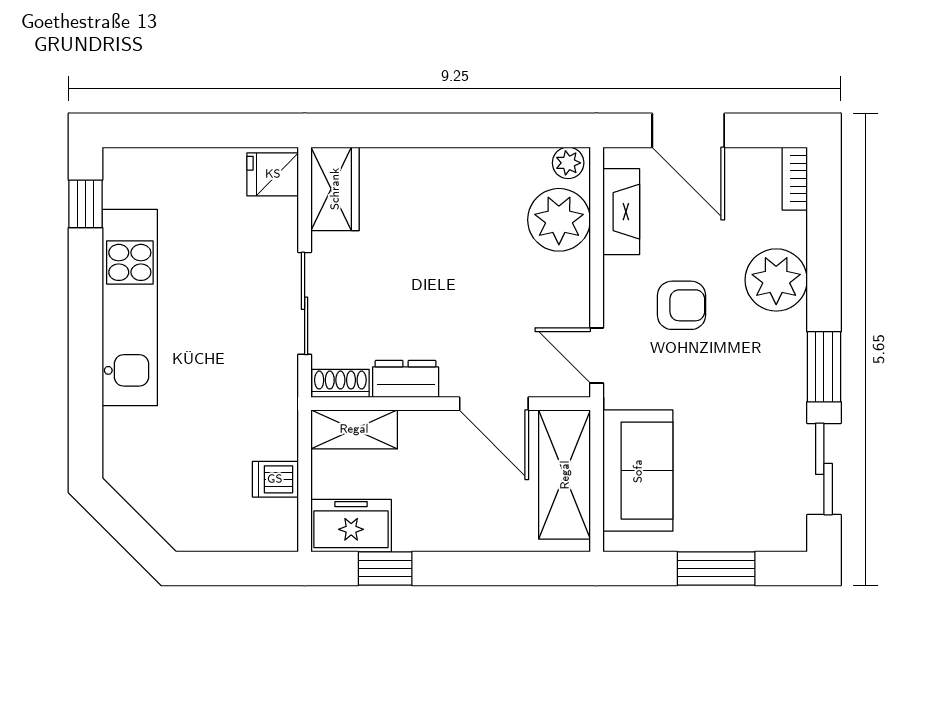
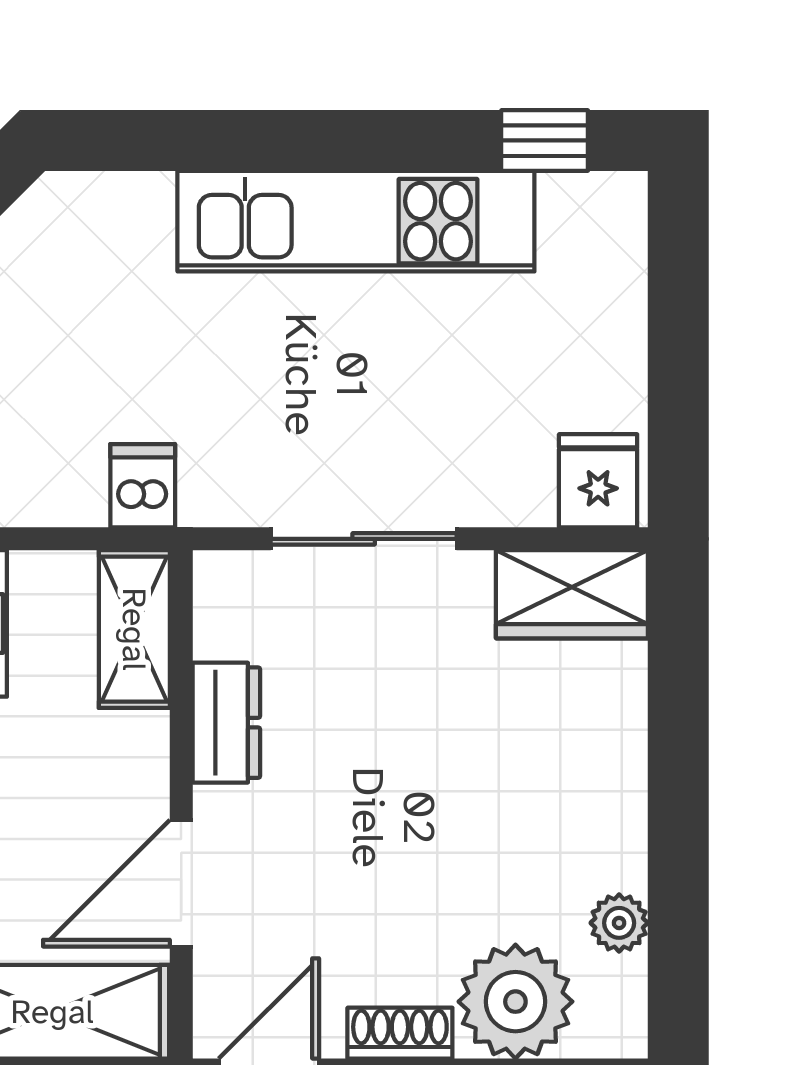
plant: (568, 163) -> (619, 923), moved
shoe rack: (340, 383) -> (400, 1033), moved, turned -90
dishwasher: (275, 479) -> (143, 486), moved

